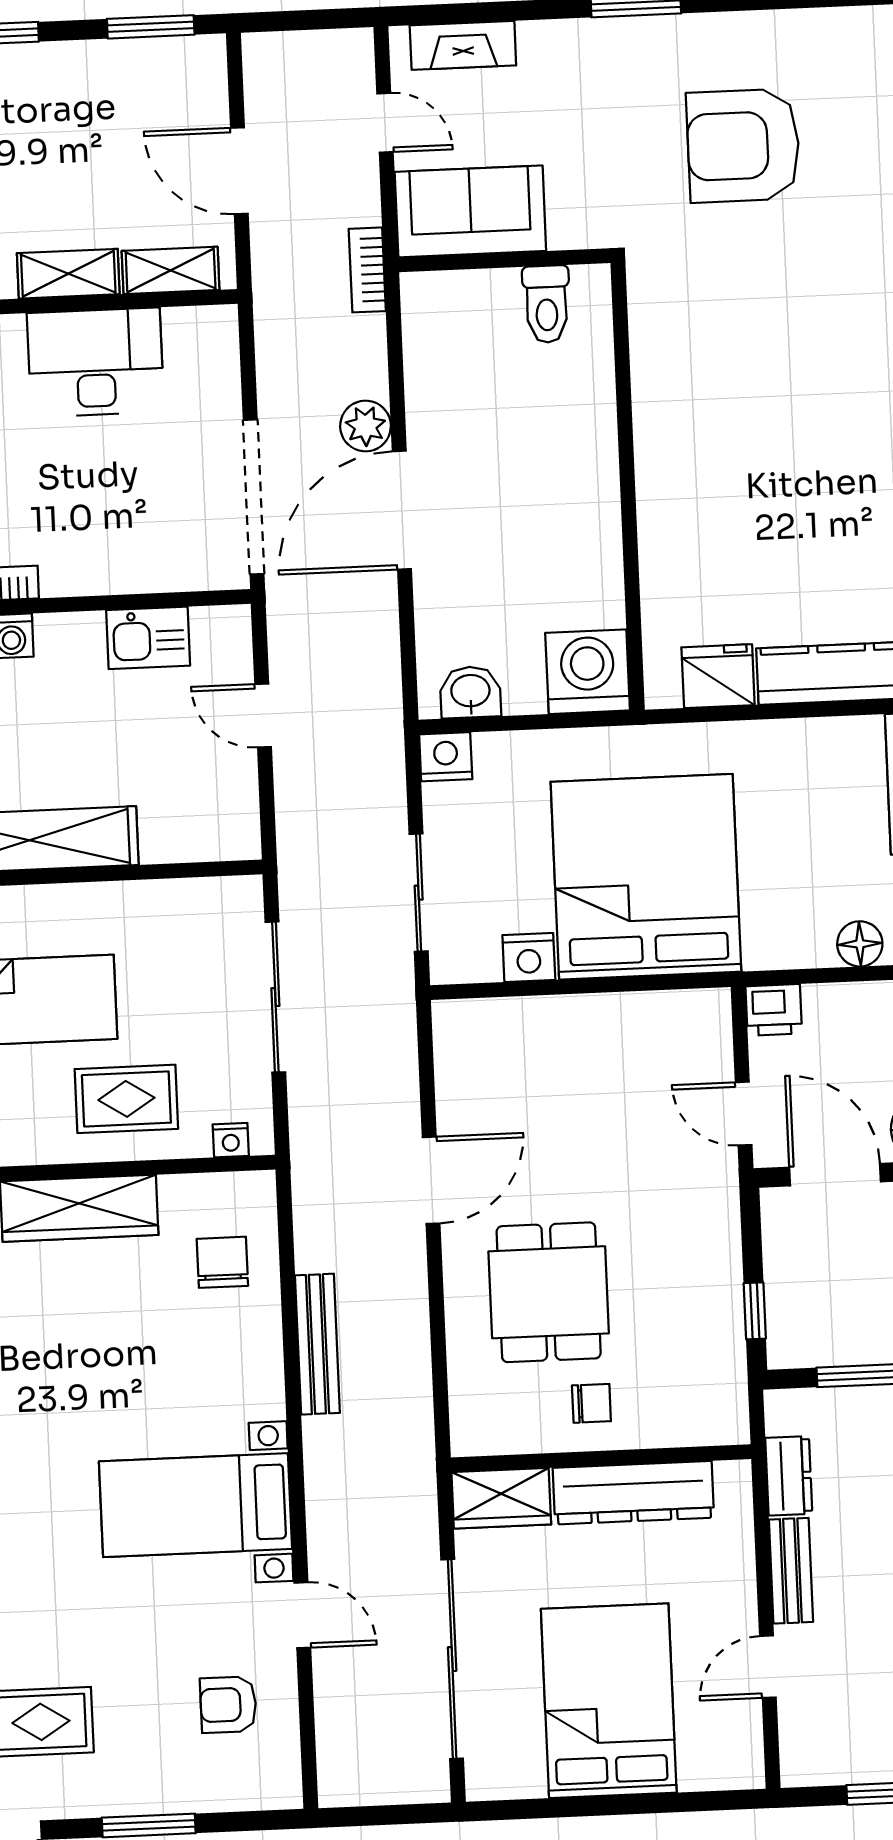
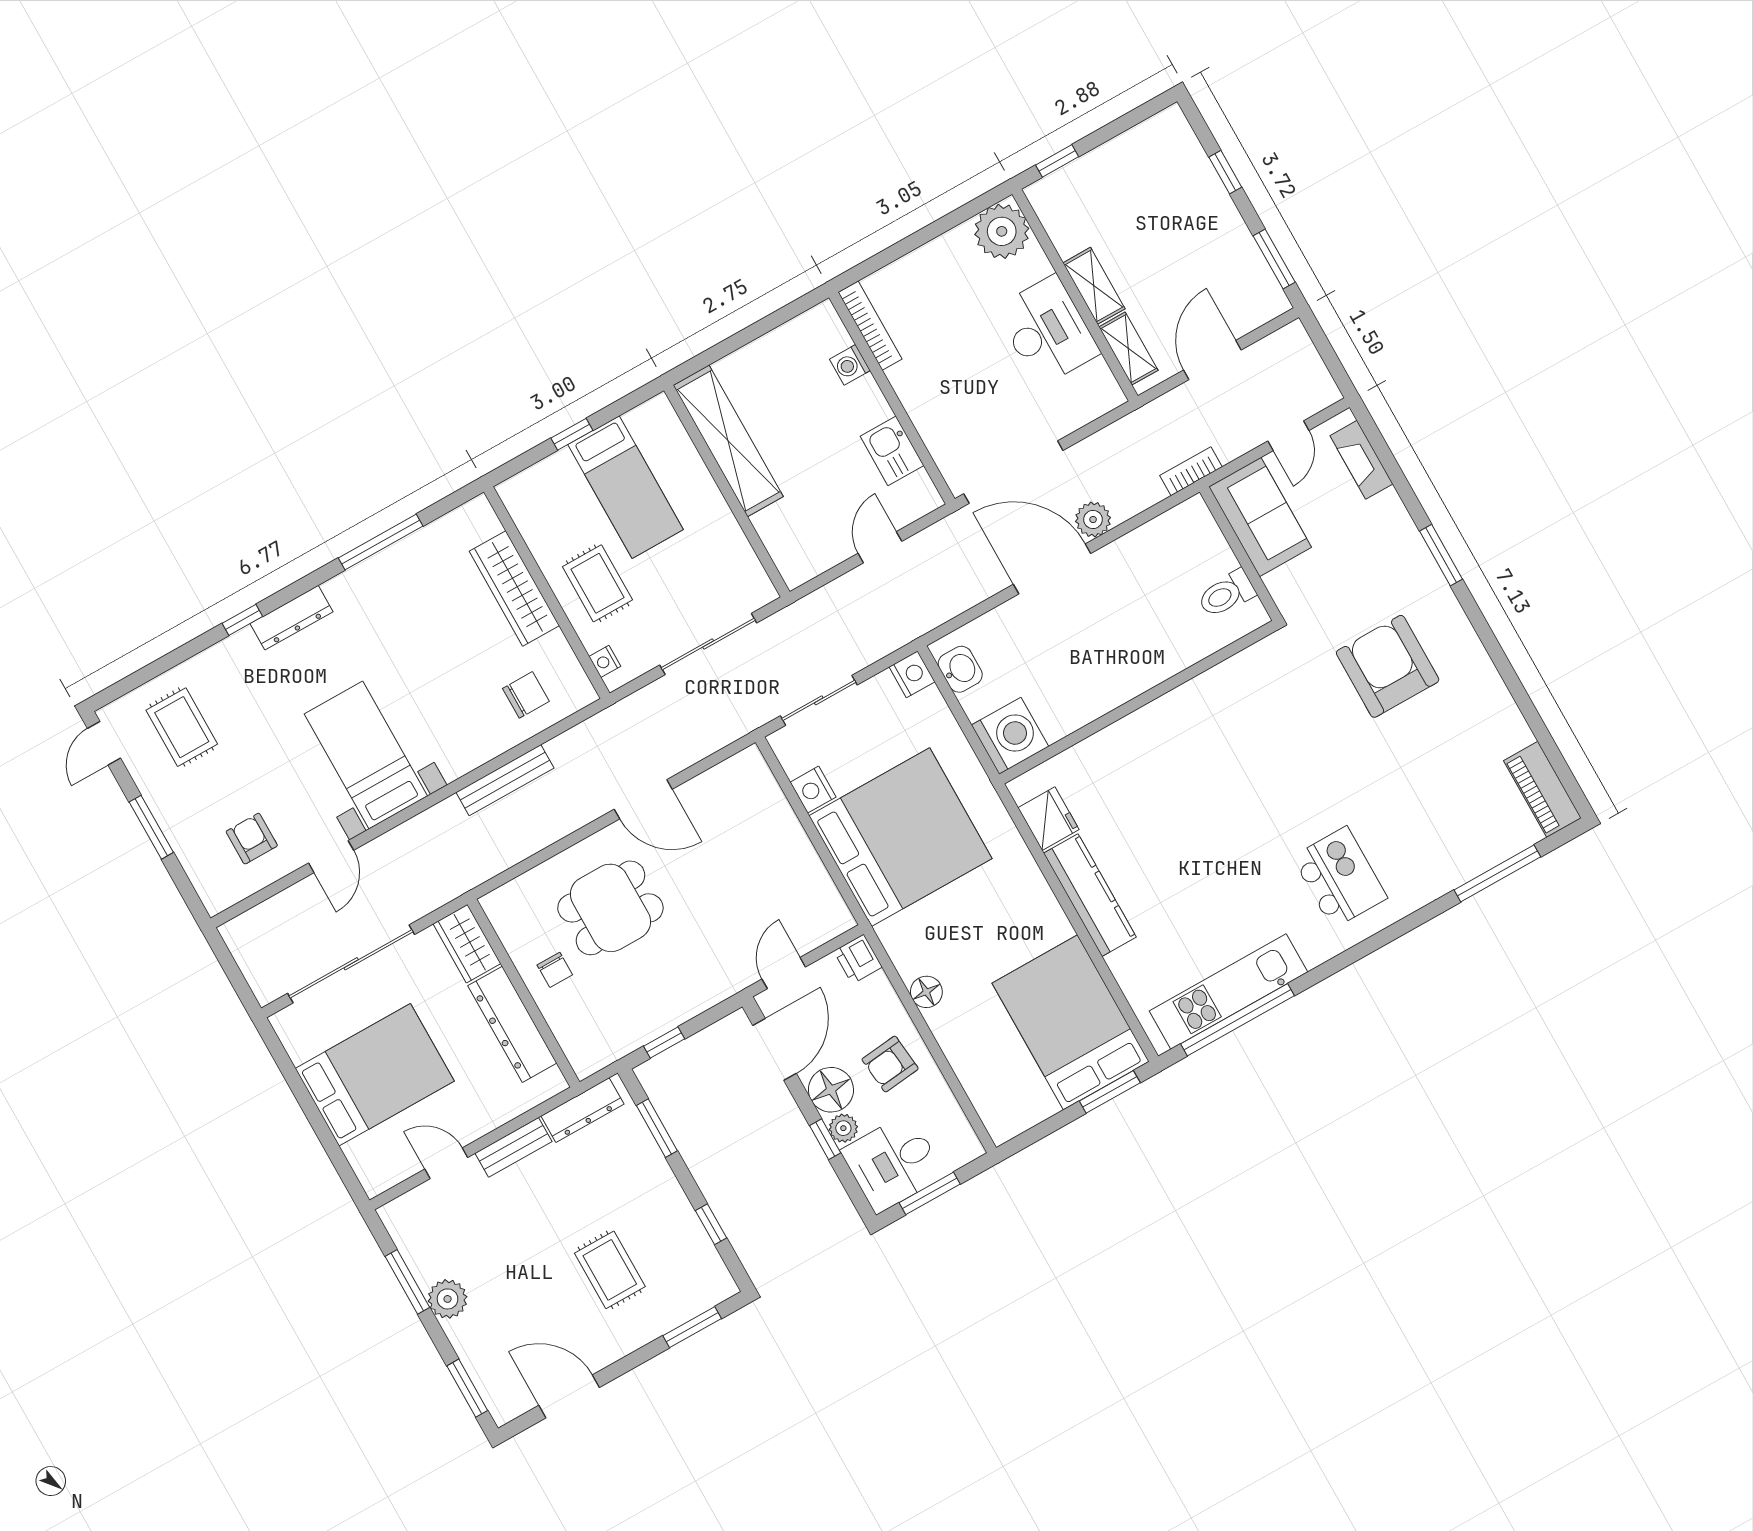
dresser: (789, 1476) -> (582, 1110), width x1.44

